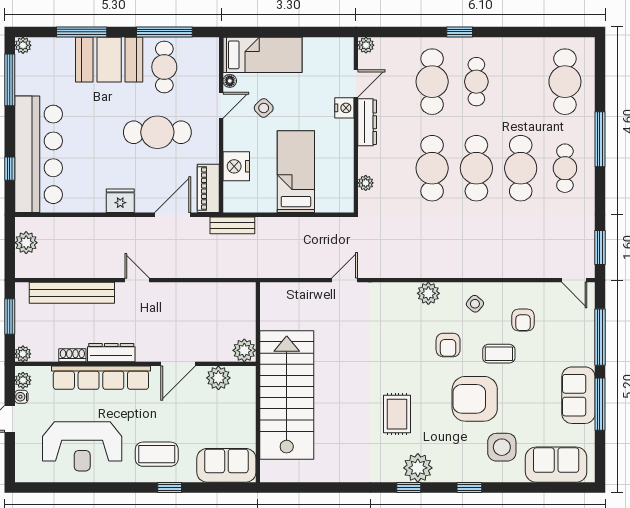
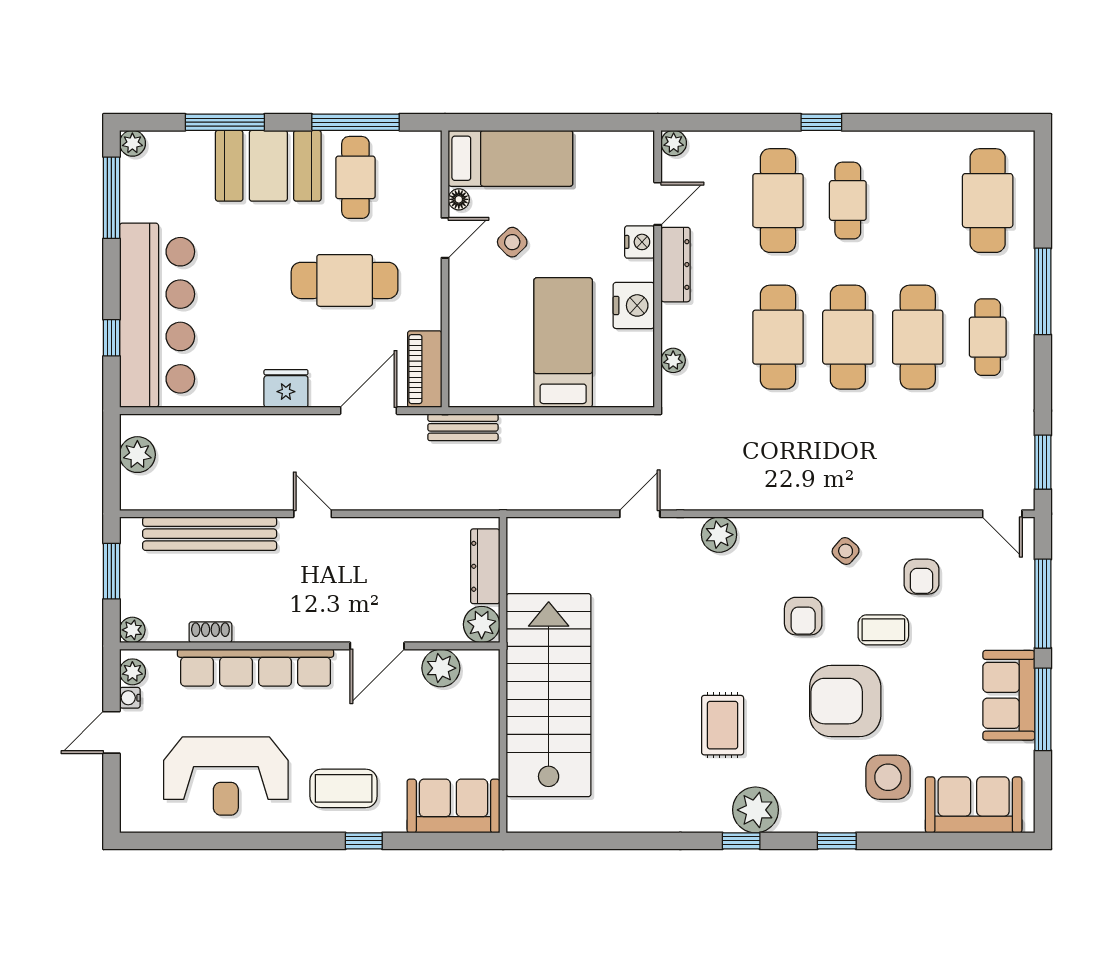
nightstand: (236, 166) -> (634, 305), moved, turned 180
plant: (428, 293) -> (719, 535), moved
dresser: (111, 353) -> (485, 566), moved, turned -90

